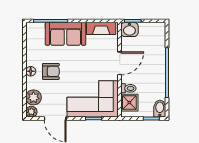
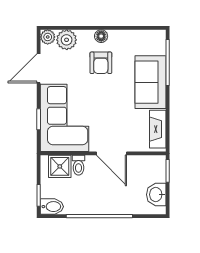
washbasin: (129, 29) -> (156, 195), moved

